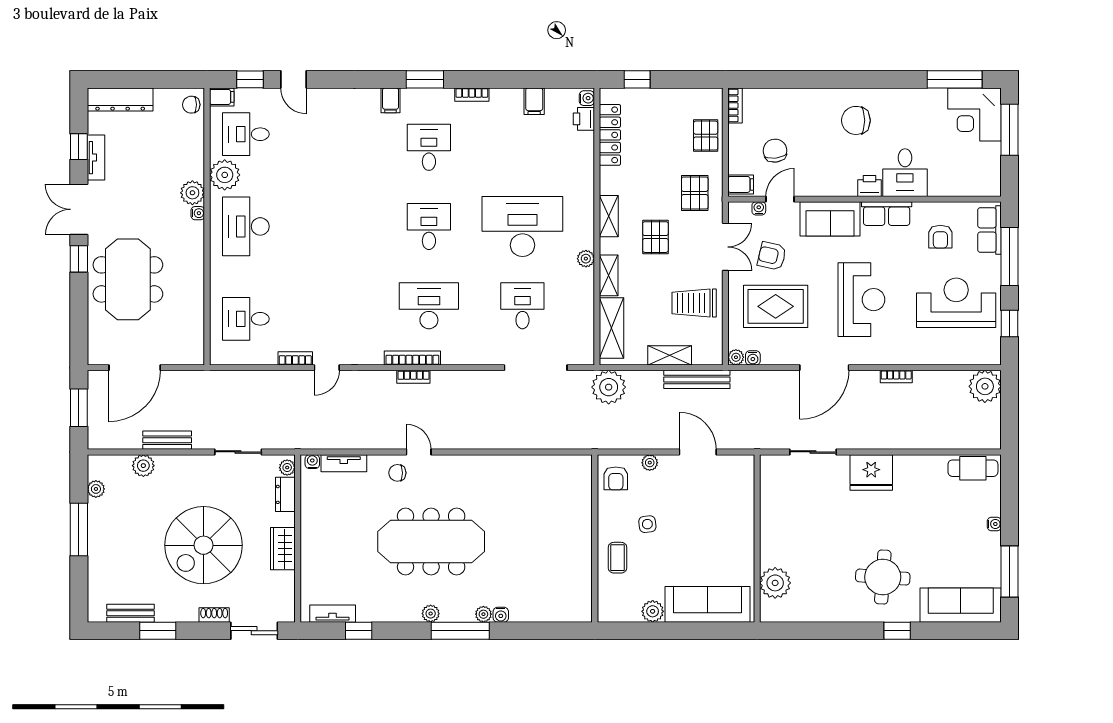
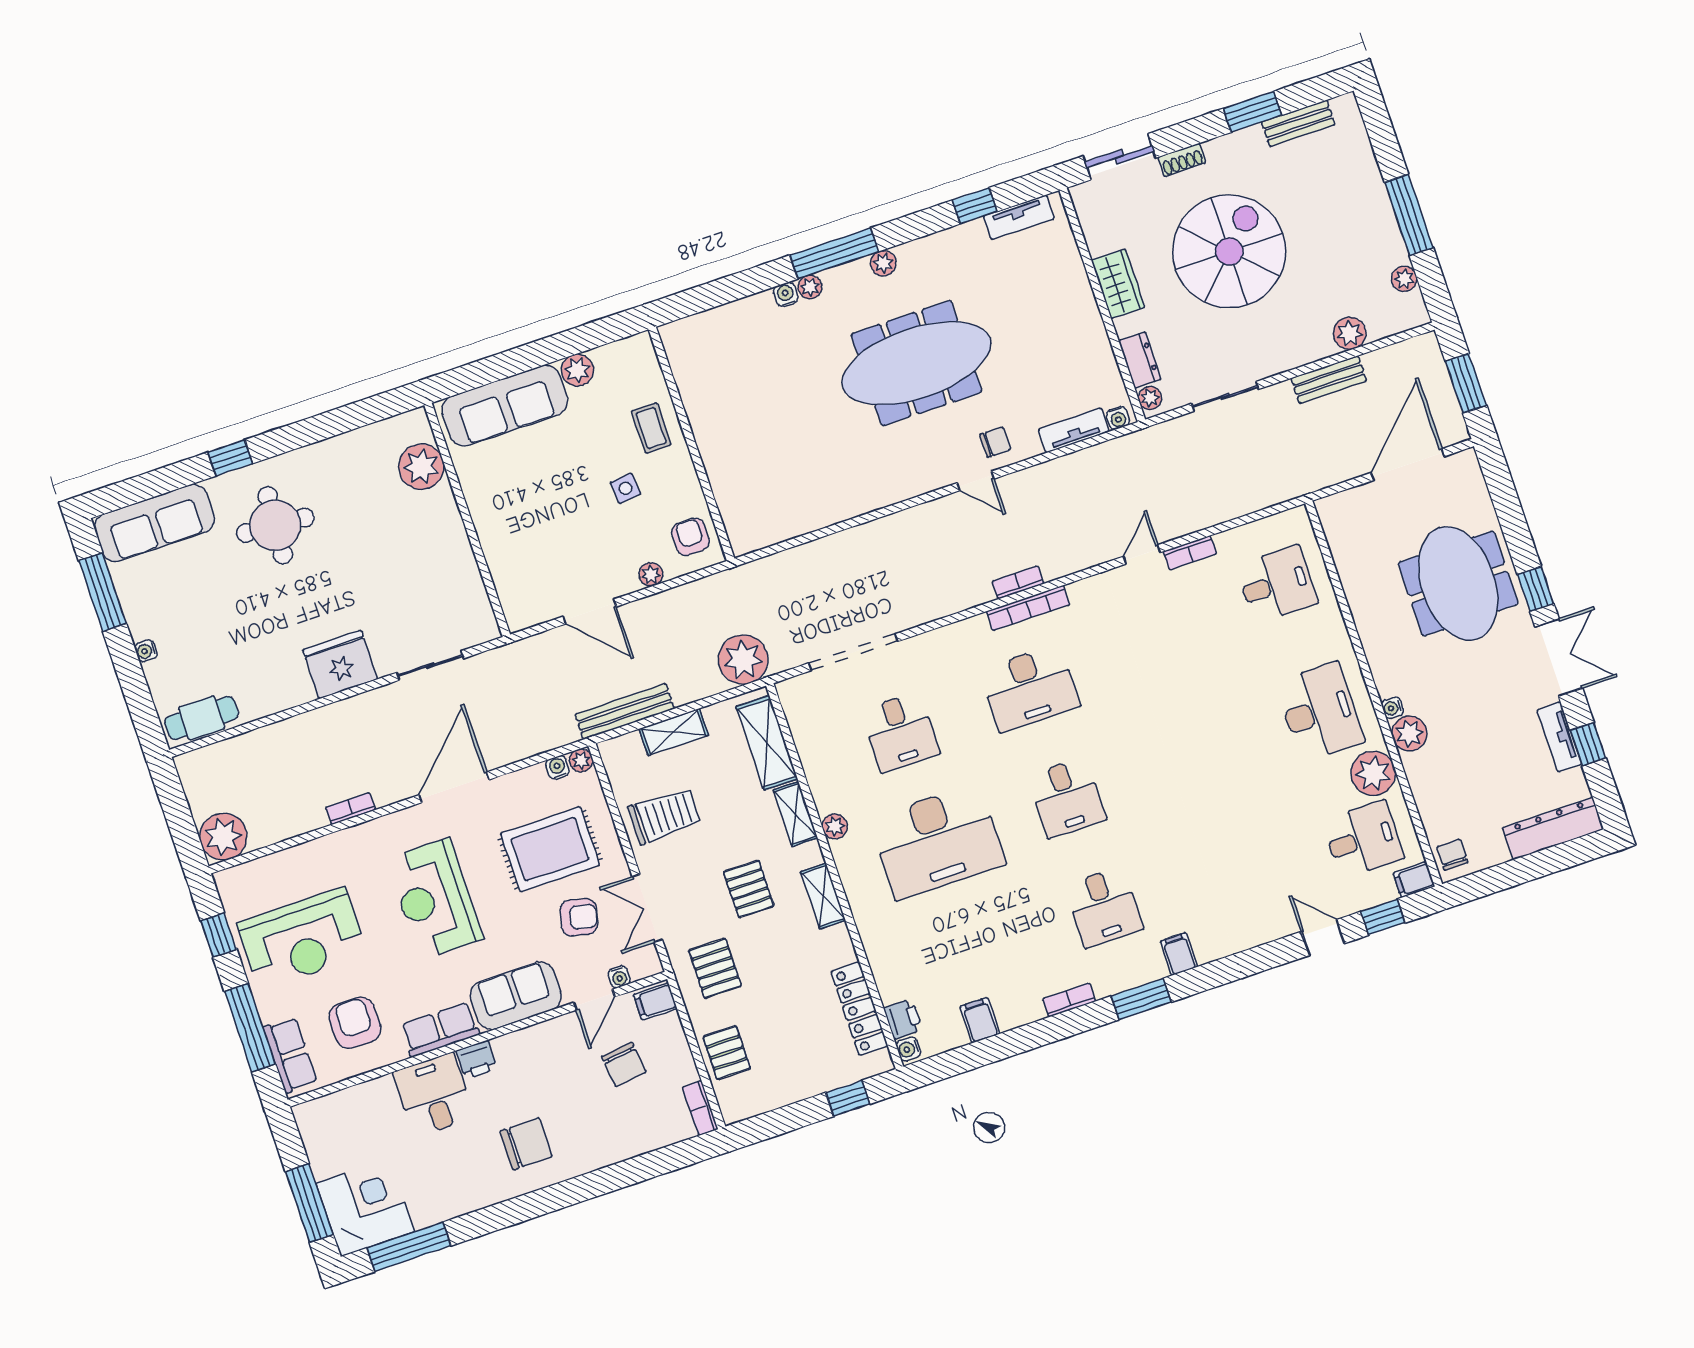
chair: (191, 105) -> (1452, 855), turned -90
armchair: (940, 237) -> (355, 1023), width x1.38, depth x1.38

